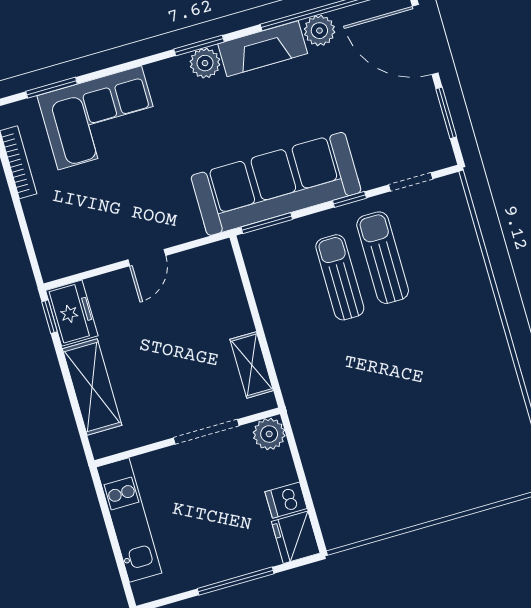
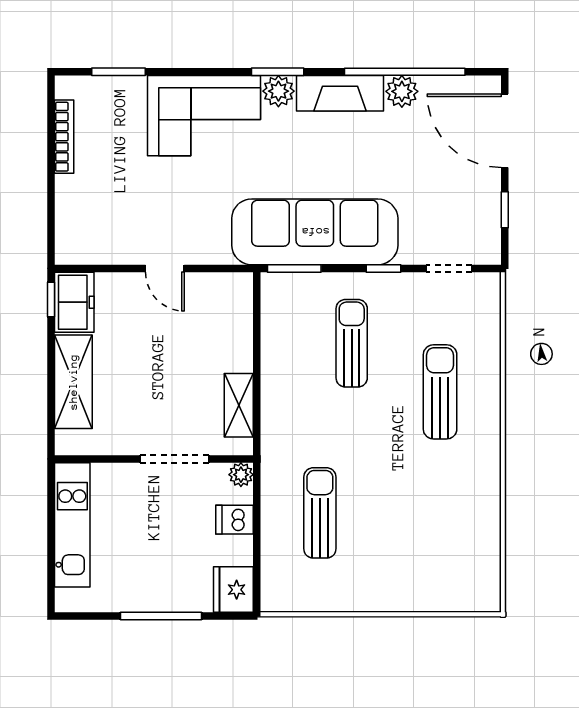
window: (446, 113) -> (505, 210), width x0.67
corner sofa: (100, 118) -> (204, 116), moved
door: (147, 258) -> (165, 268), hinge flipped
sun lounger: (383, 258) -> (440, 392), moved
plant: (269, 434) -> (241, 475), width x0.73, depth x0.73
sun lounger: (355, 443) -> (320, 513), added
dishwasher: (286, 500) -> (234, 520), moved

